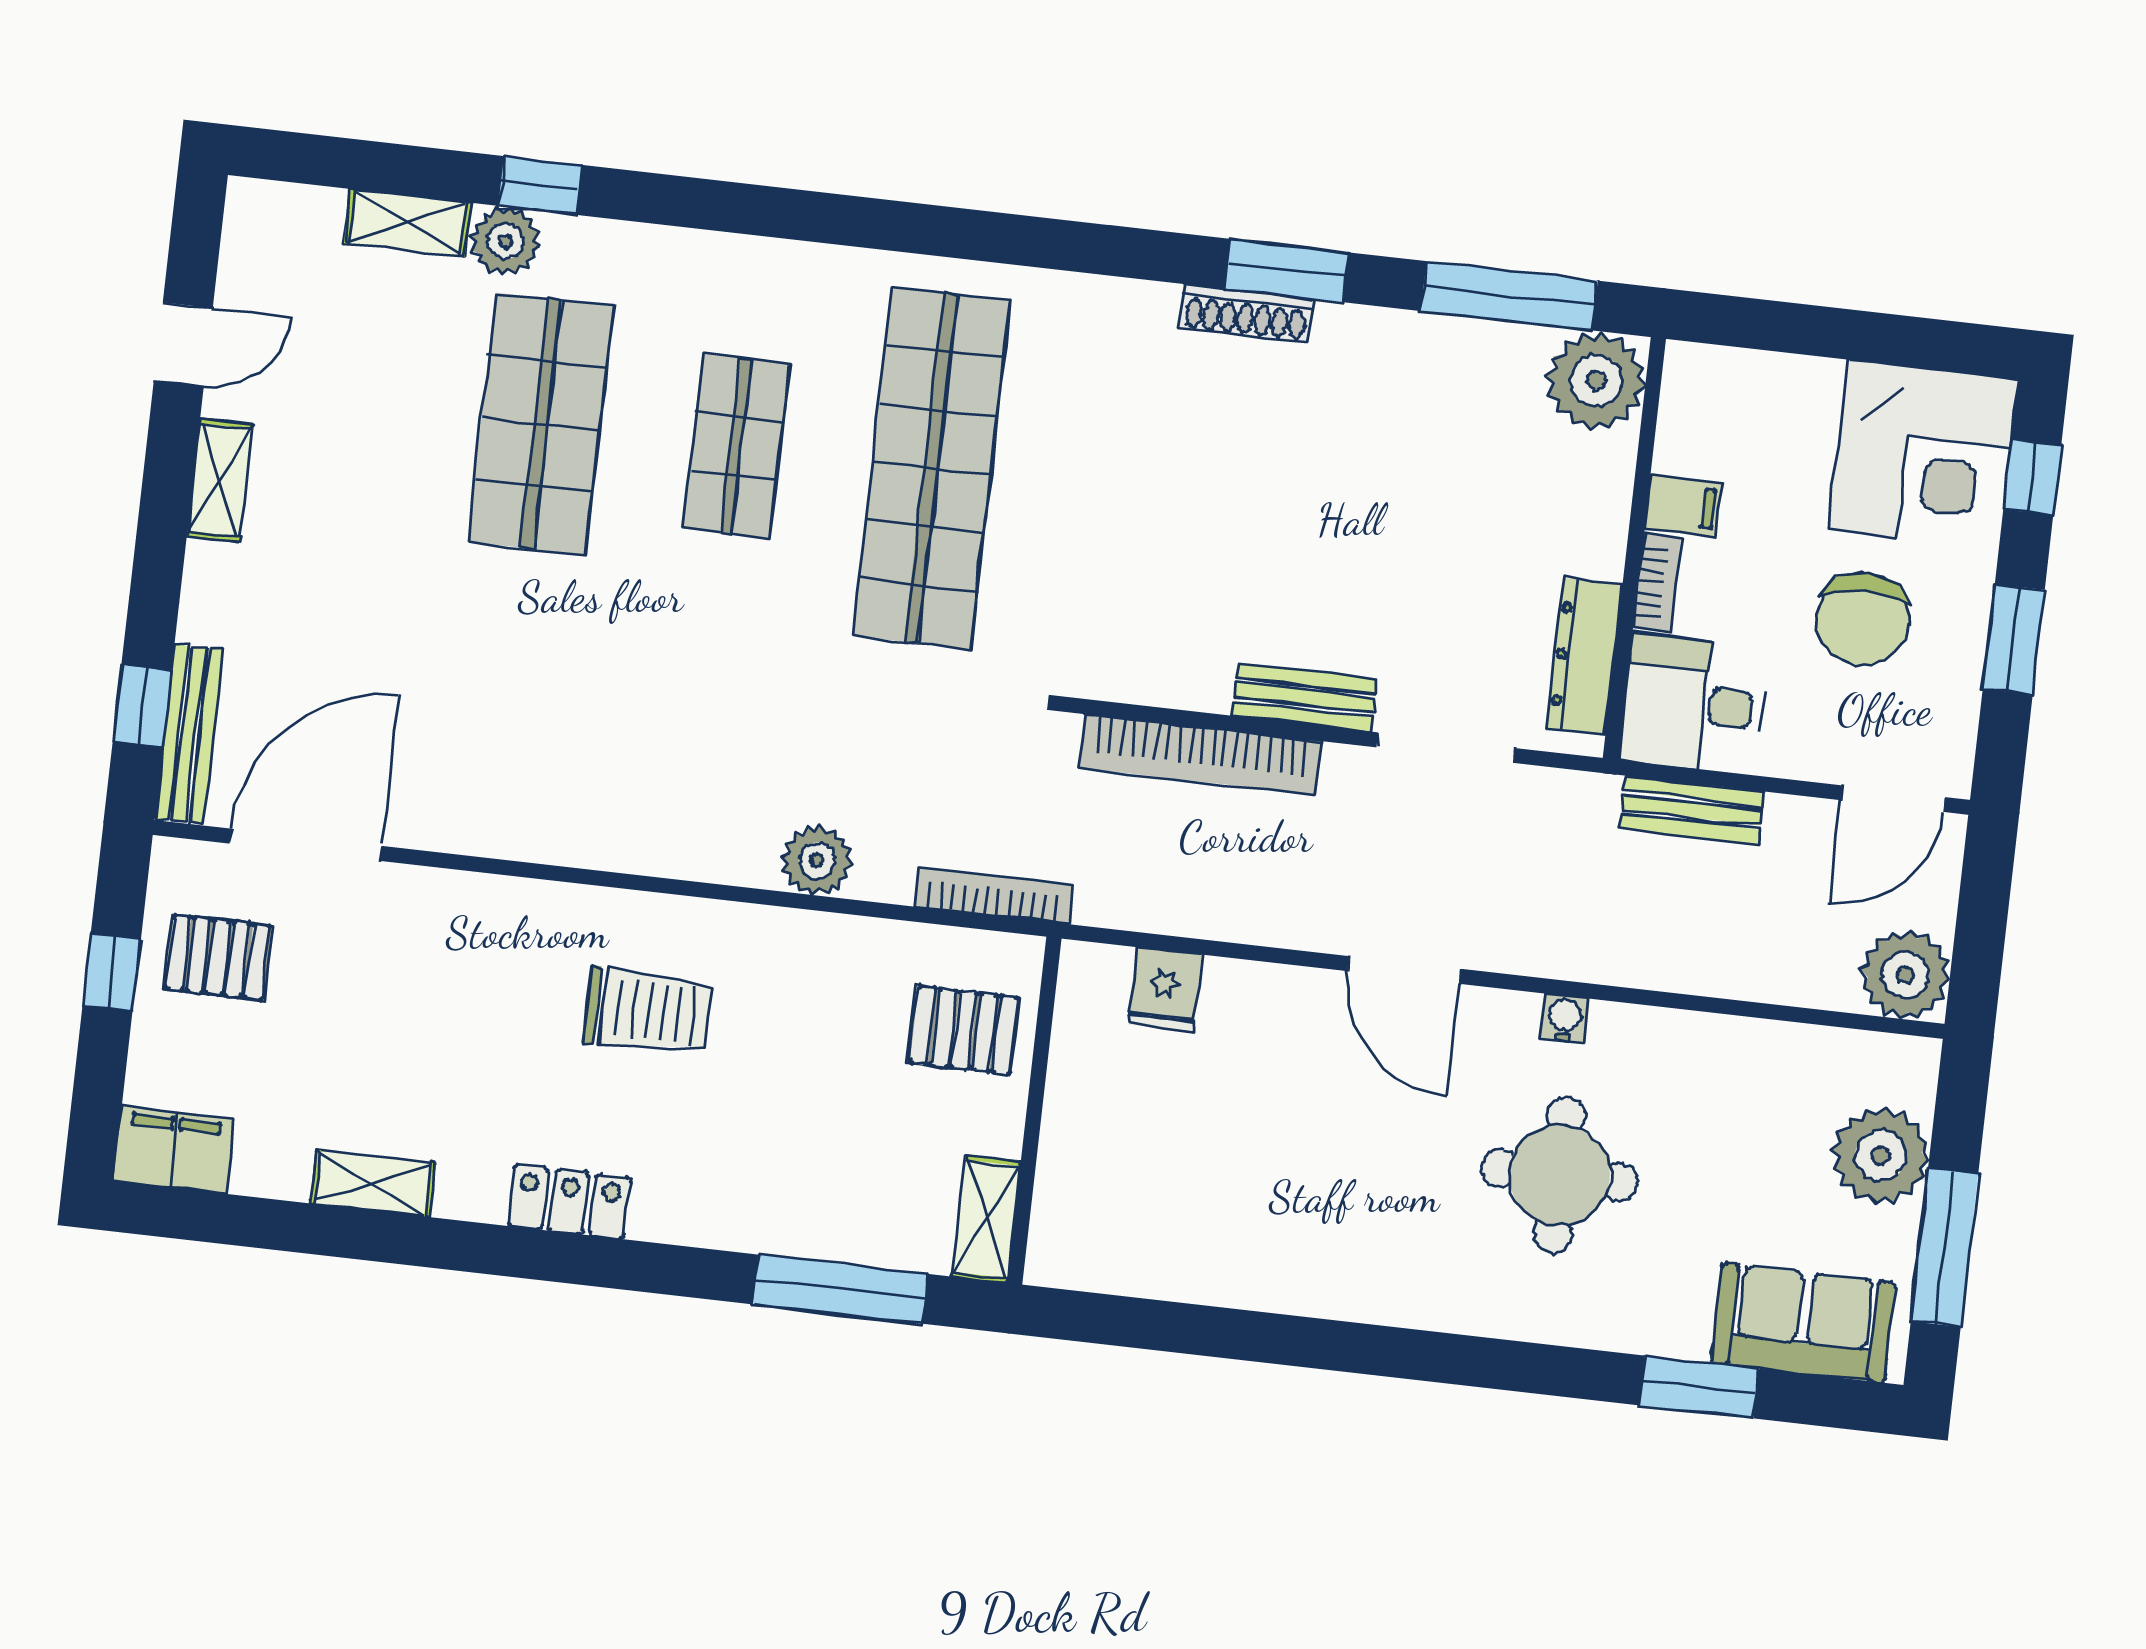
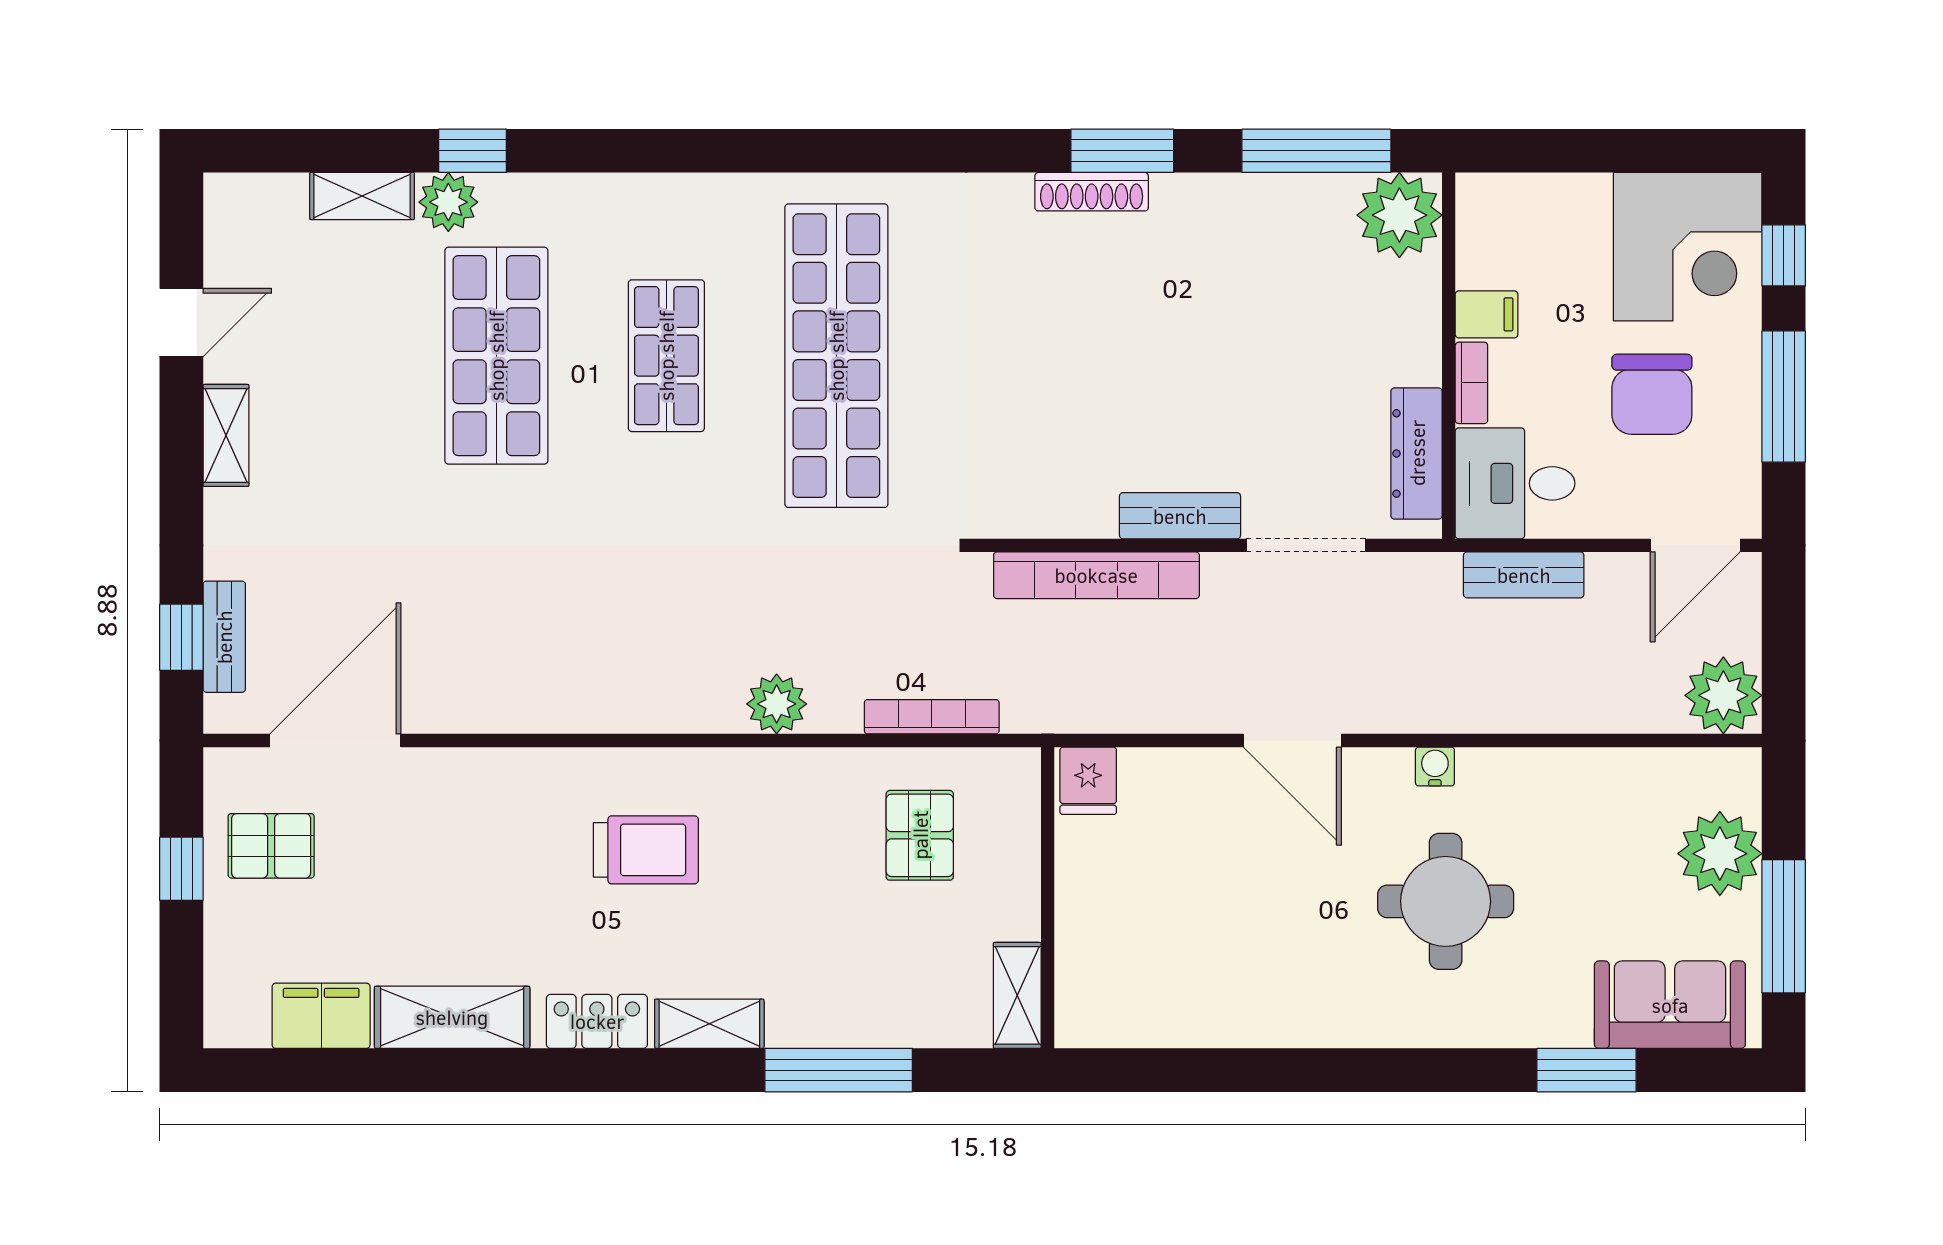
window: (2014, 639) -> (1784, 397), width x1.44
bench: (189, 734) -> (224, 637), width x0.73
pallet: (964, 1030) -> (920, 835), turned 90
wall: (1034, 1111) -> (1048, 898), moved
filing cabinet: (174, 1150) -> (321, 1016), moved
shelving: (372, 1183) -> (452, 1017), width x1.50, depth x1.33
shelving: (698, 1219) -> (709, 1024), added
shelving: (987, 1219) -> (1017, 995), moved

